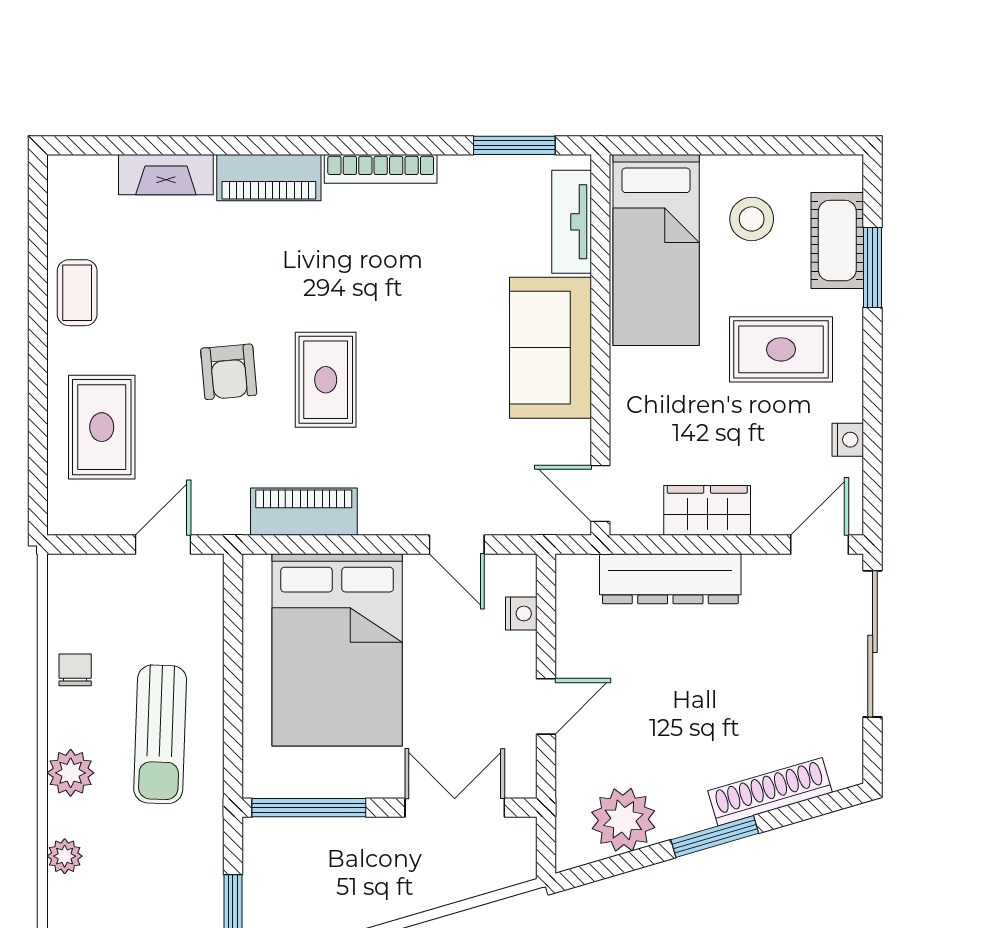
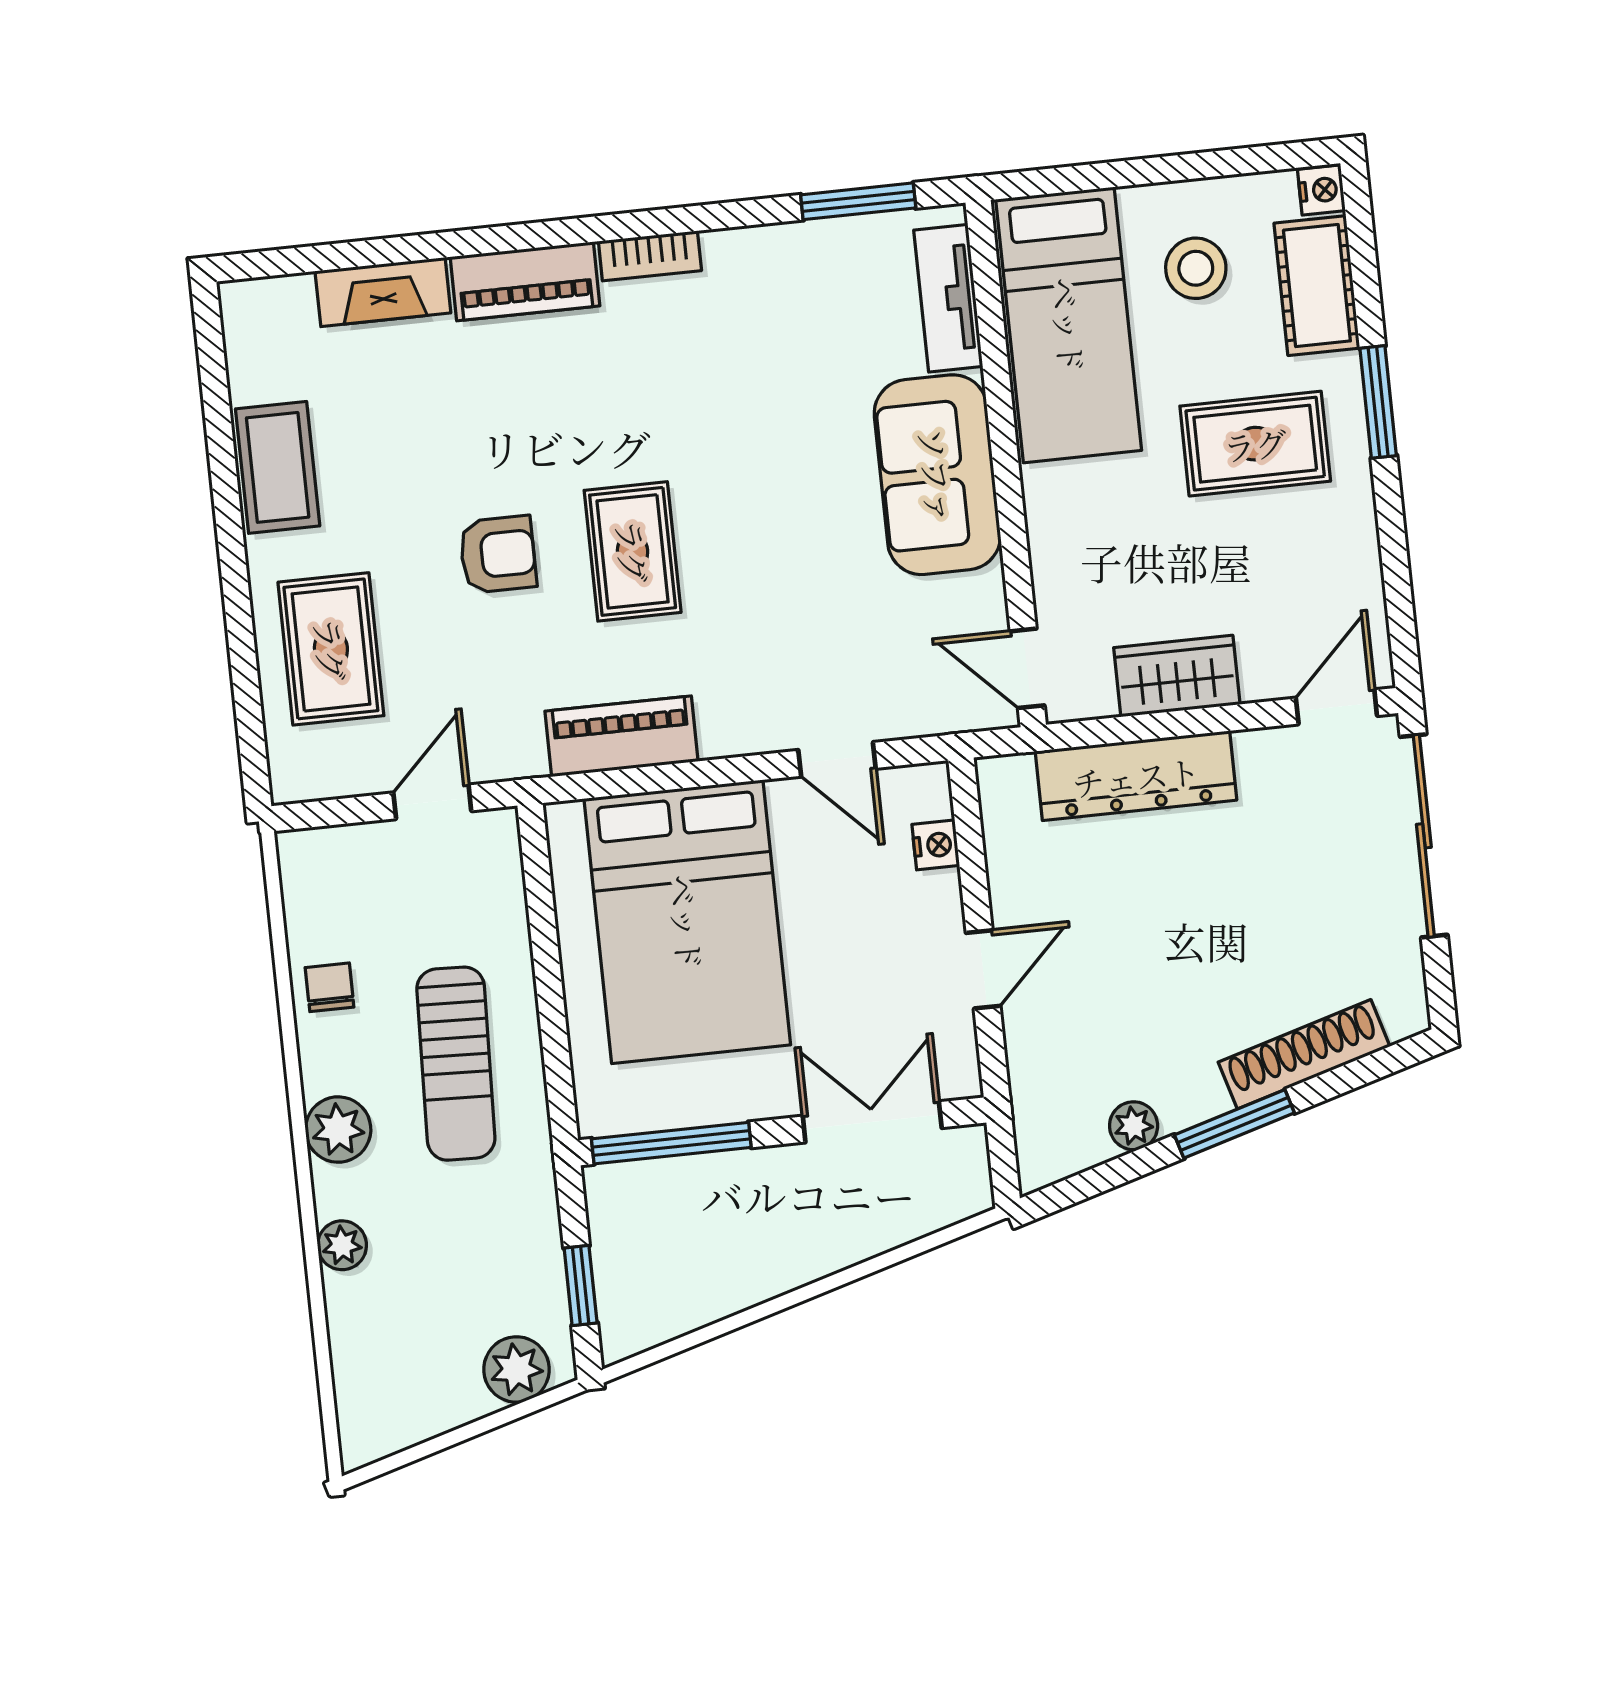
bookcase: (381, 169) -> (650, 256), width x0.64
window: (873, 267) -> (1378, 402), moved
coffee table: (77, 293) -> (278, 467), width x1.36, depth x1.30
armchair: (229, 372) -> (498, 554), turned -85
nightstand: (848, 440) -> (1321, 190), moved
plant: (623, 820) -> (1134, 1126), width x0.53, depth x0.53

